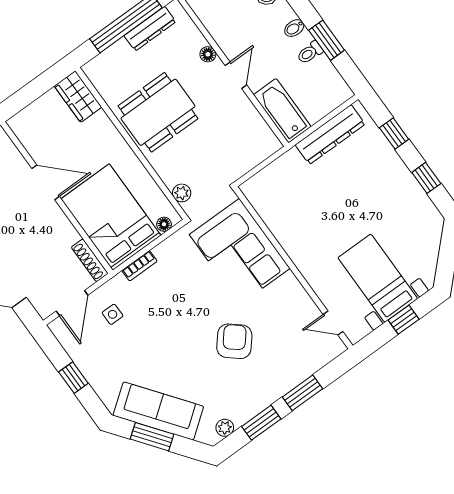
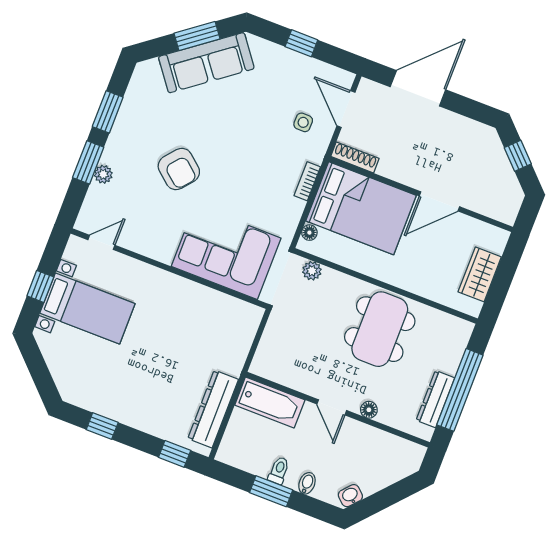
wardrobe: (78, 97) -> (480, 274), moved, turned -90
window: (394, 133) -> (175, 454), moved
plant: (225, 428) -> (103, 174), moved

